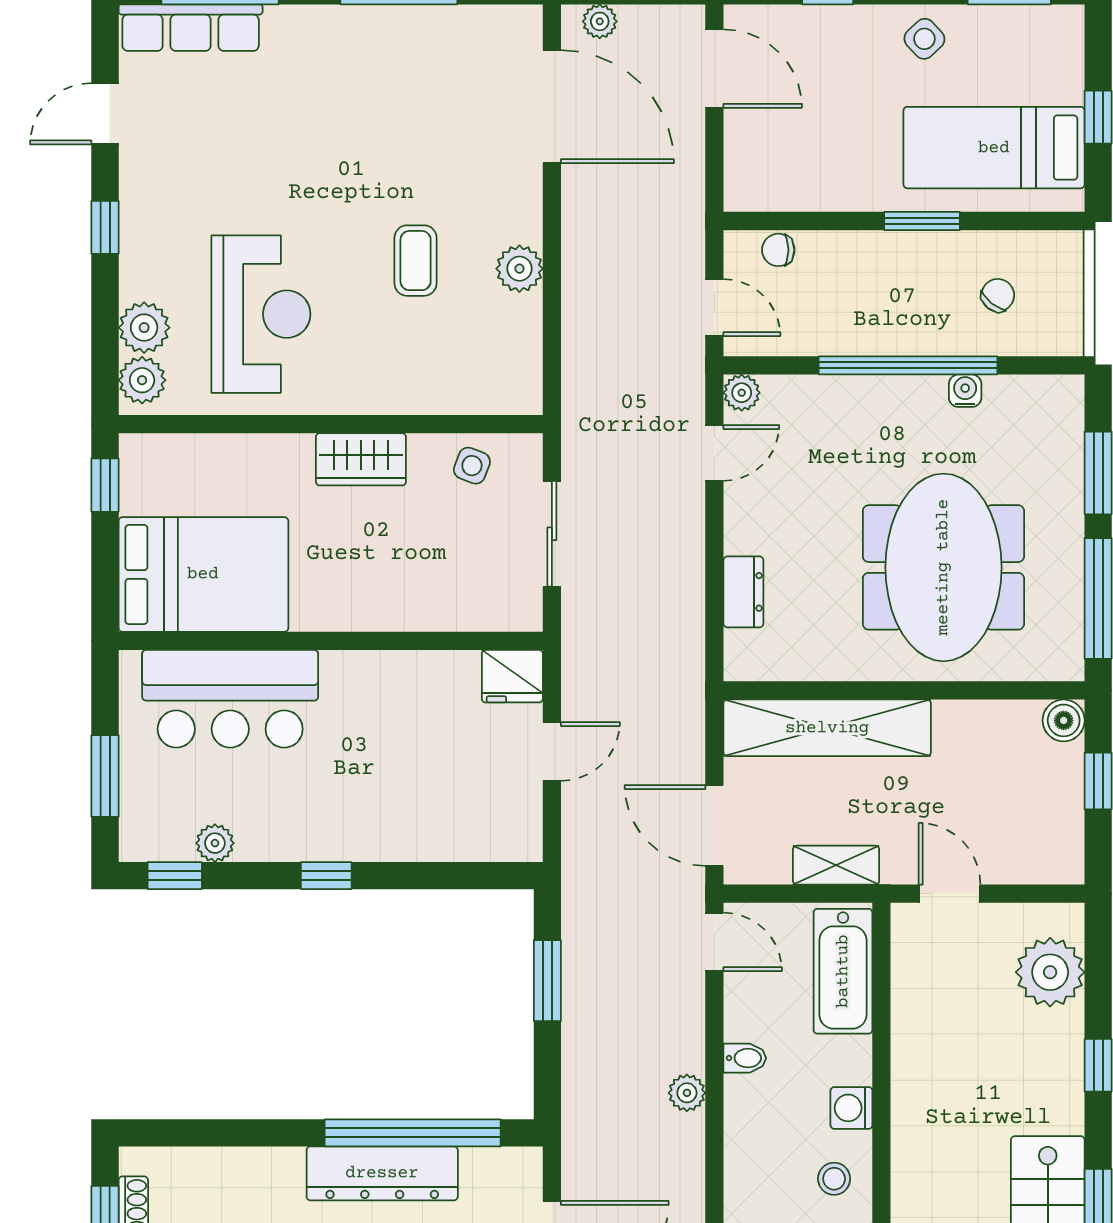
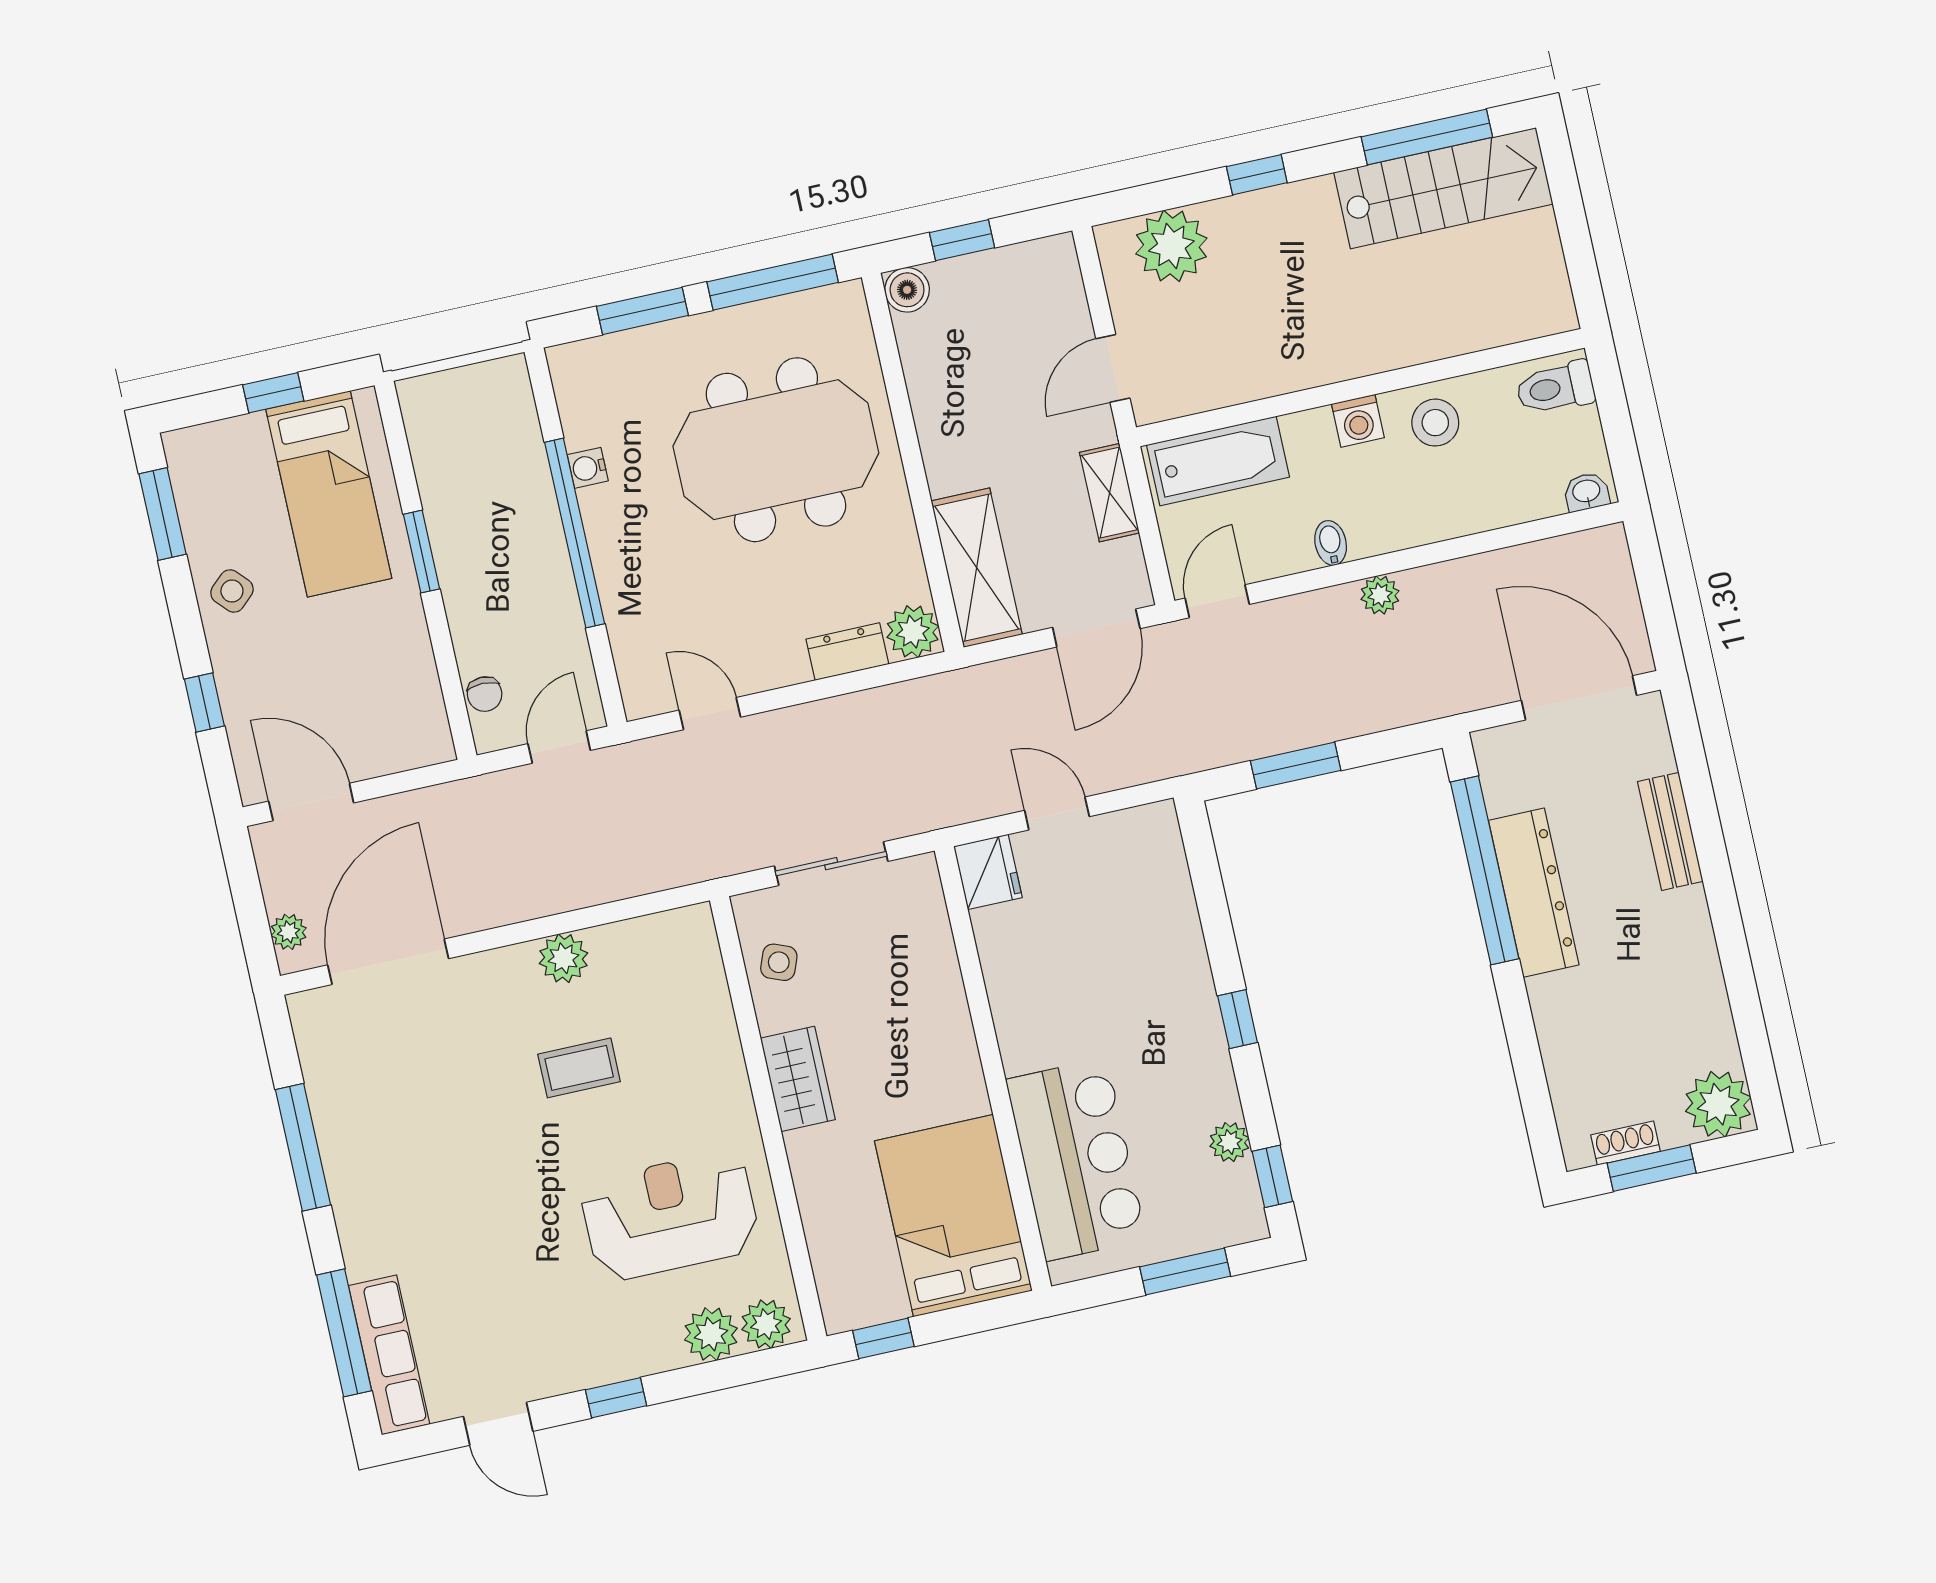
door: (714, 69) -> (311, 802), hinge flipped
chair: (998, 295) -> (481, 456), removed
plant: (742, 393) -> (913, 632), moved, width x1.38, depth x1.38
shelving: (827, 728) -> (977, 568), width x0.68
stool: (834, 1179) -> (1435, 423), width x1.37, depth x1.37

